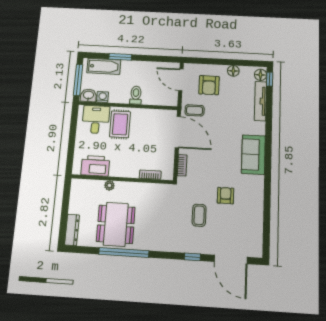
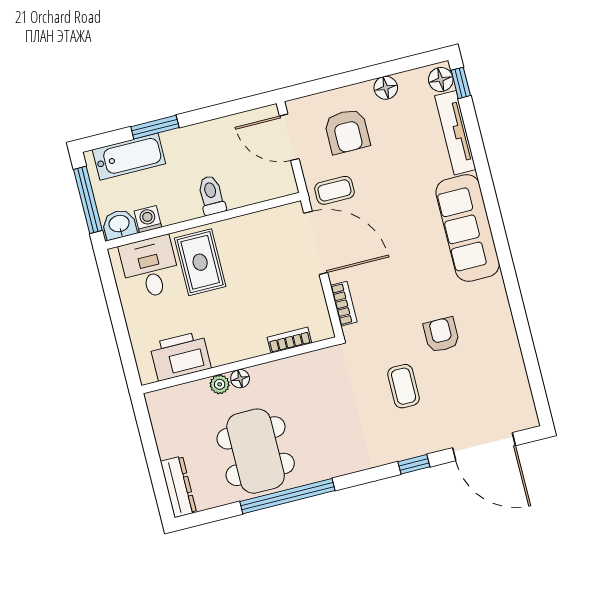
sofa: (253, 155) -> (468, 228), width x1.36
floor lamp: (120, 186) -> (240, 379), added

